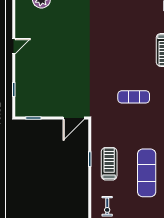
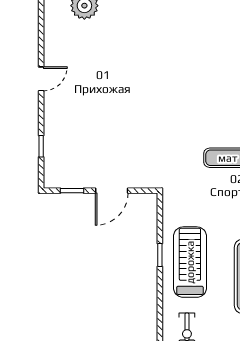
door: (74, 118) -> (112, 191), moved
treadmill: (109, 164) -> (190, 262), width x1.37, depth x1.38

